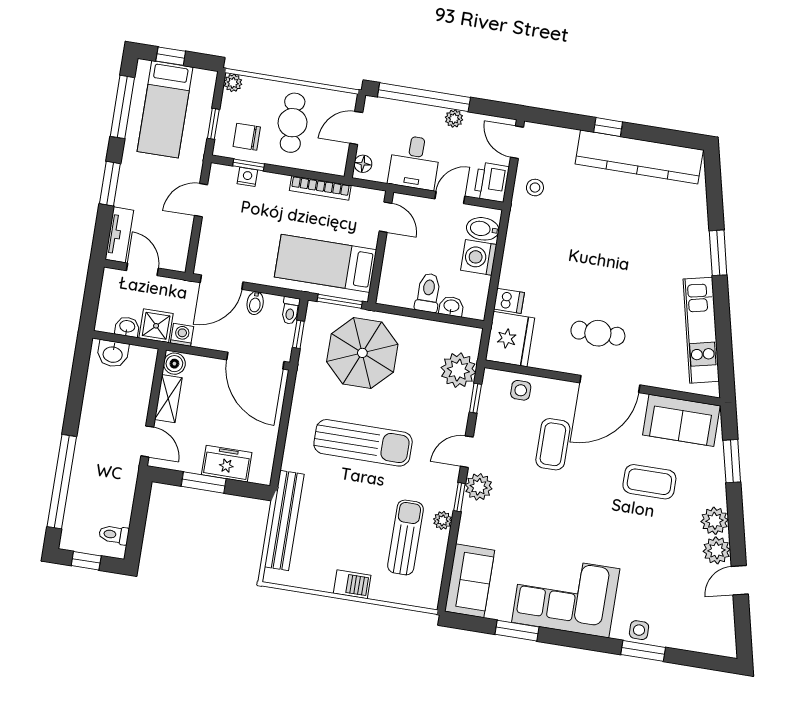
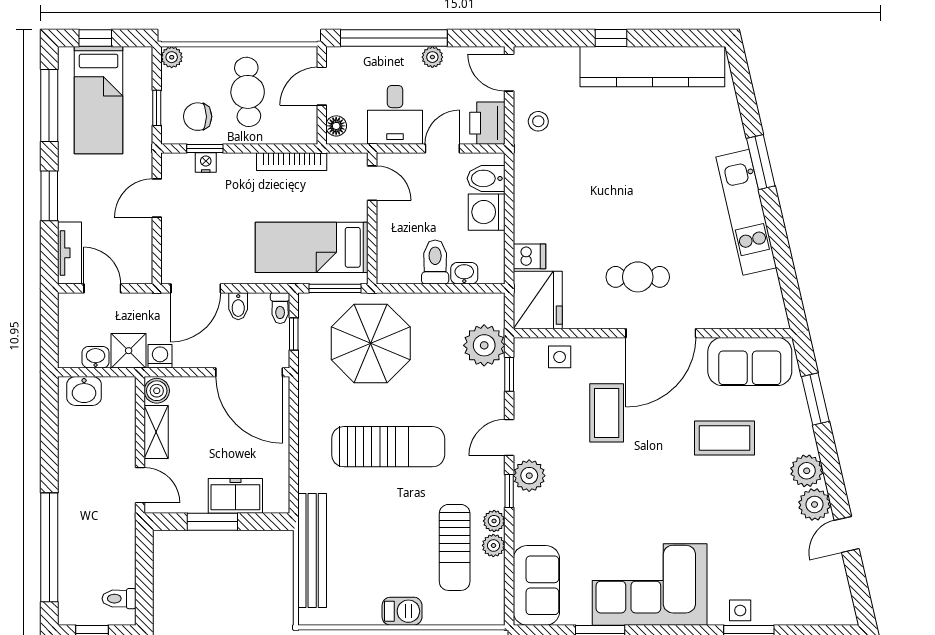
kitchen unit: (701, 330) -> (746, 212), moved
sun lounger: (405, 537) -> (455, 547), turned 180
plant: (439, 541) -> (493, 545), added

